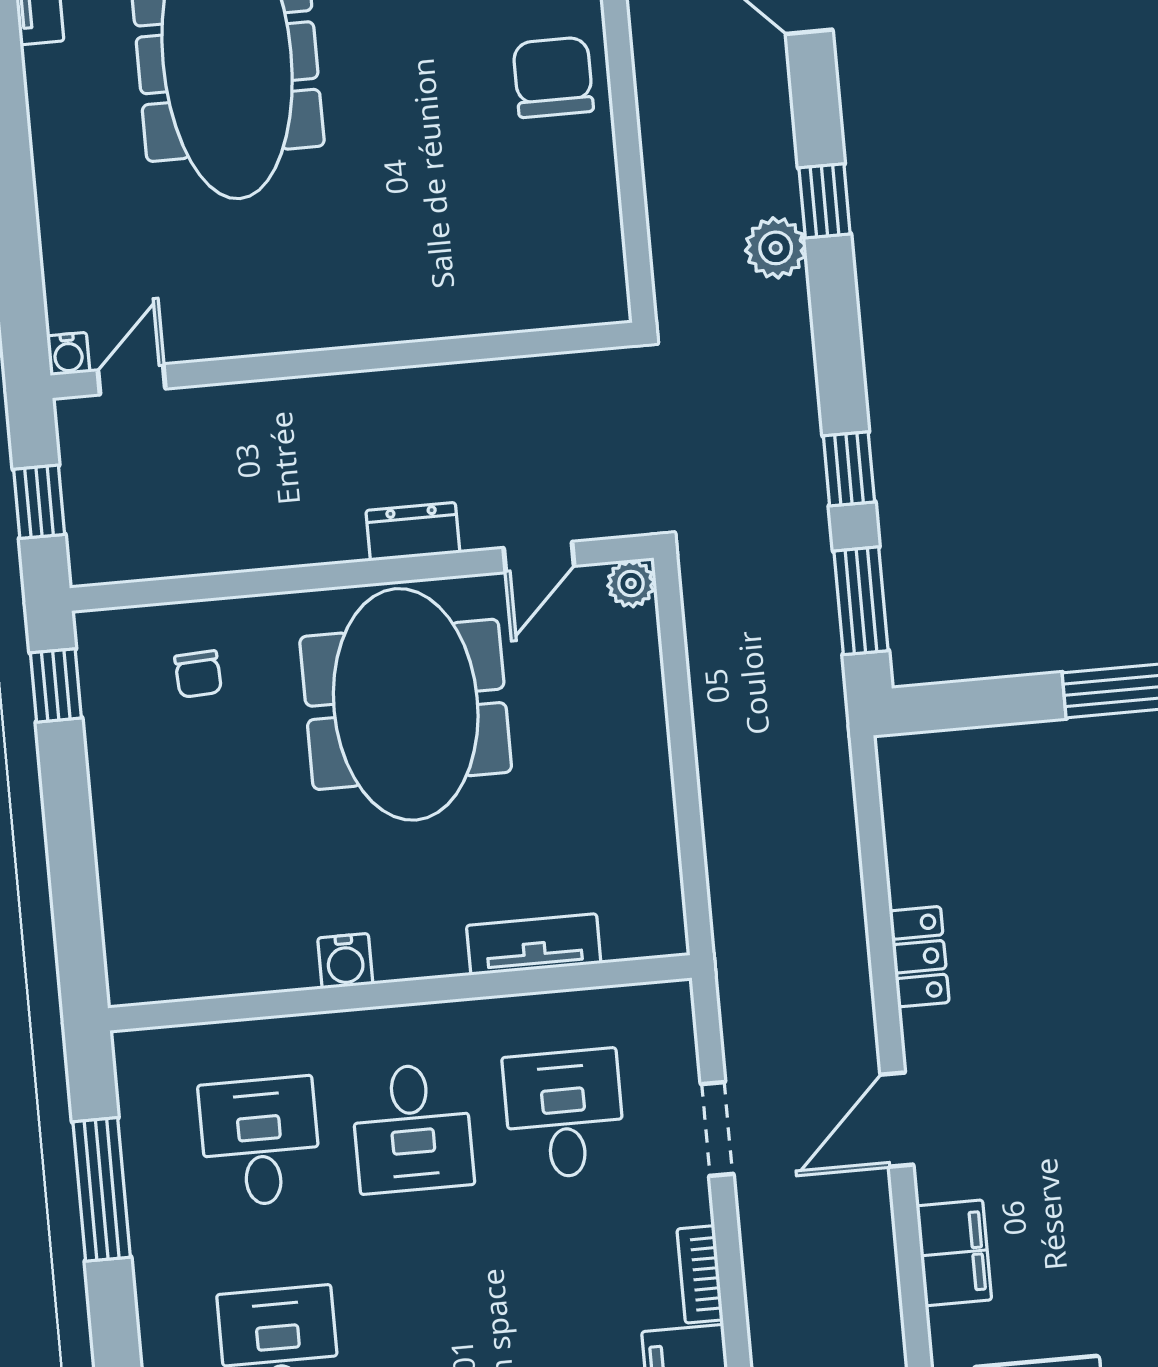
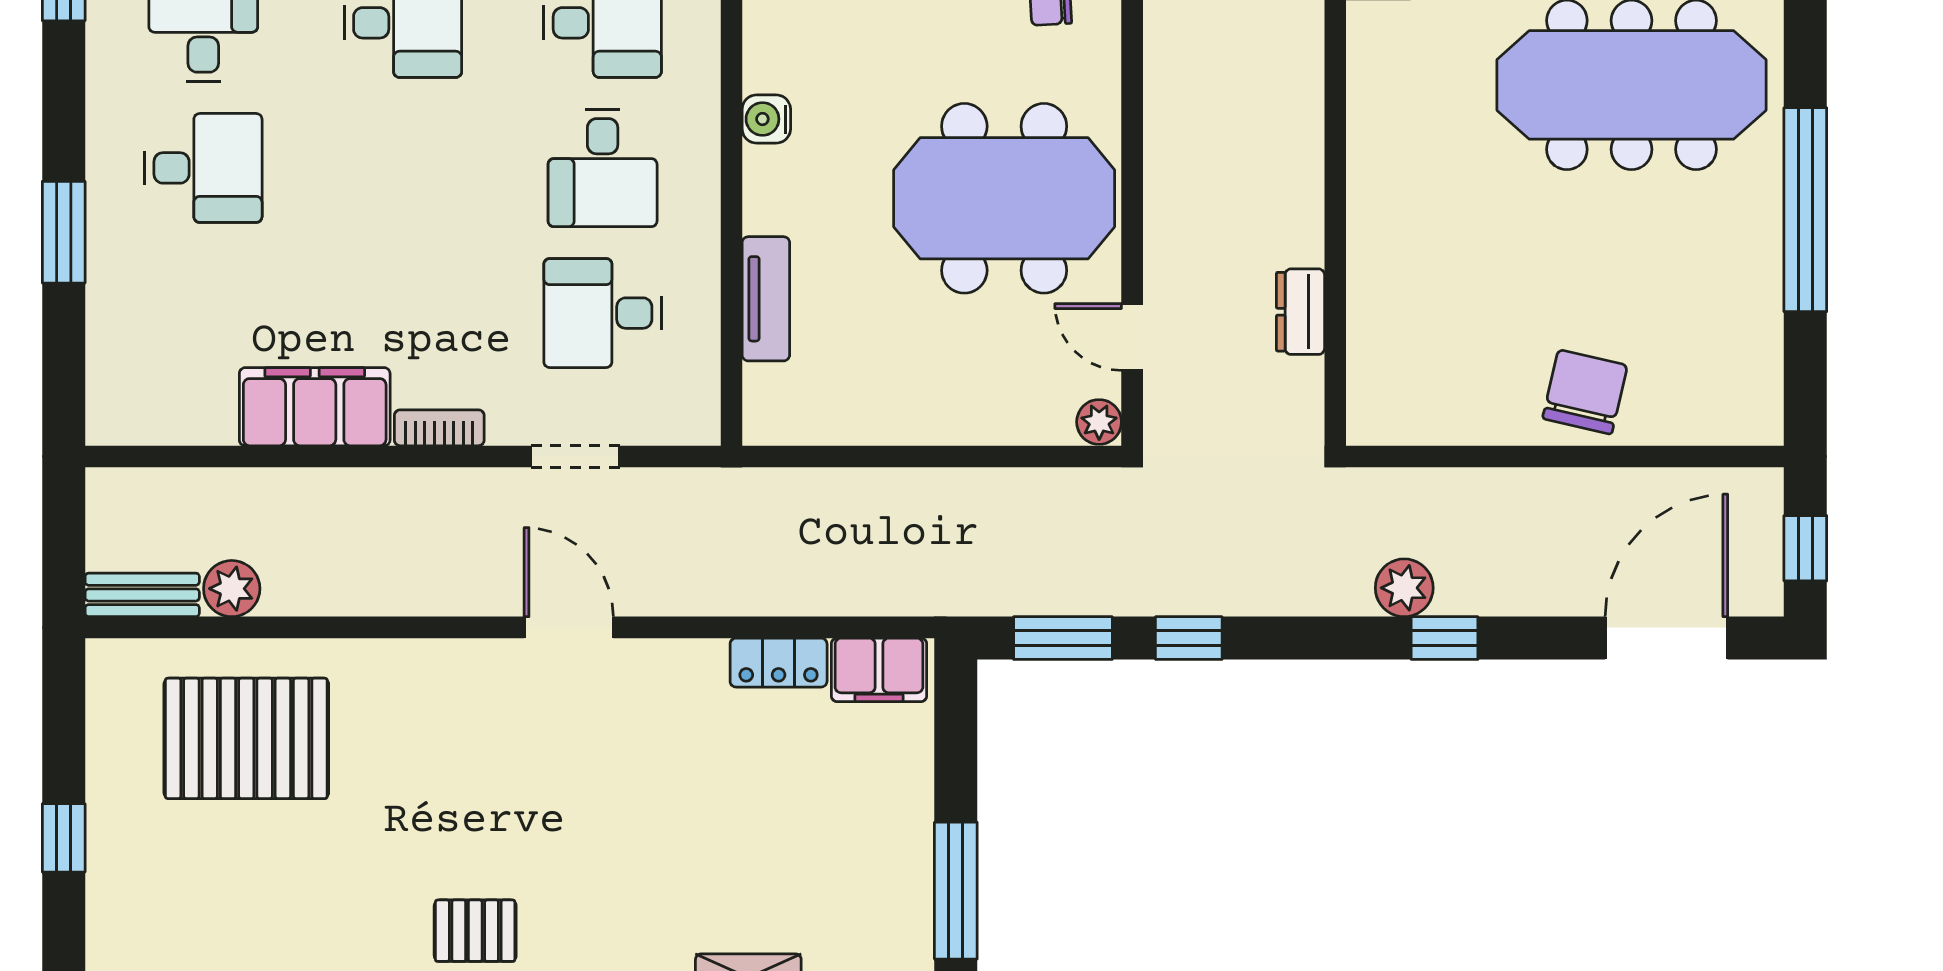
chair: (553, 77) -> (1585, 392), turned -77
dresser: (413, 532) -> (1300, 312), moved, turned 180
locker: (919, 957) -> (779, 663), moved
desk: (564, 1114) -> (603, 313), turned 180
desk: (412, 1128) -> (603, 168), turned -90
filing cabinet: (954, 1253) -> (879, 670), moved

